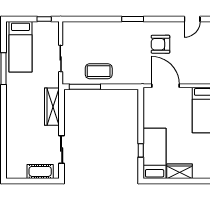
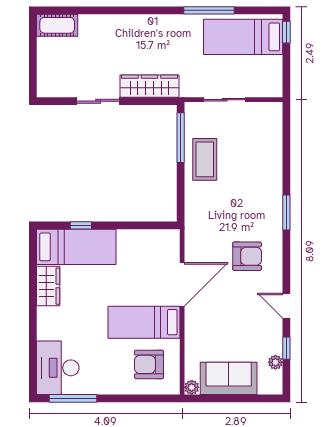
window: (44, 19) -> (286, 32), moved
armchair: (161, 44) -> (247, 256), turned 90
door: (166, 86) -> (182, 284), moved
sliding door: (62, 150) -> (98, 101), moved
cot: (40, 171) -> (57, 25), moved, turned 90

